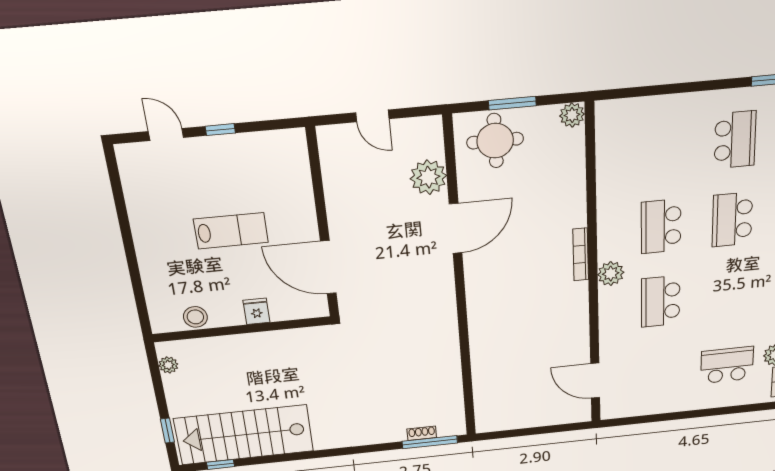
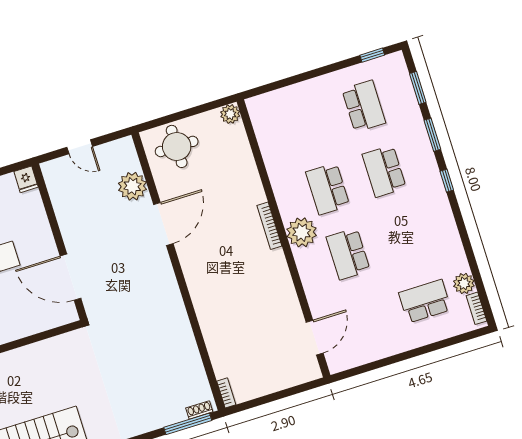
window: (512, 103) -> (182, 115), removed
plant: (611, 274) -> (302, 232), width x1.36, depth x1.36
fridge: (256, 311) -> (26, 179), moved, turned 180
door: (595, 381) -> (315, 338), swing flipped
bookcase: (481, 419) -> (226, 393), added
shoe rack: (422, 433) -> (199, 410), moved

